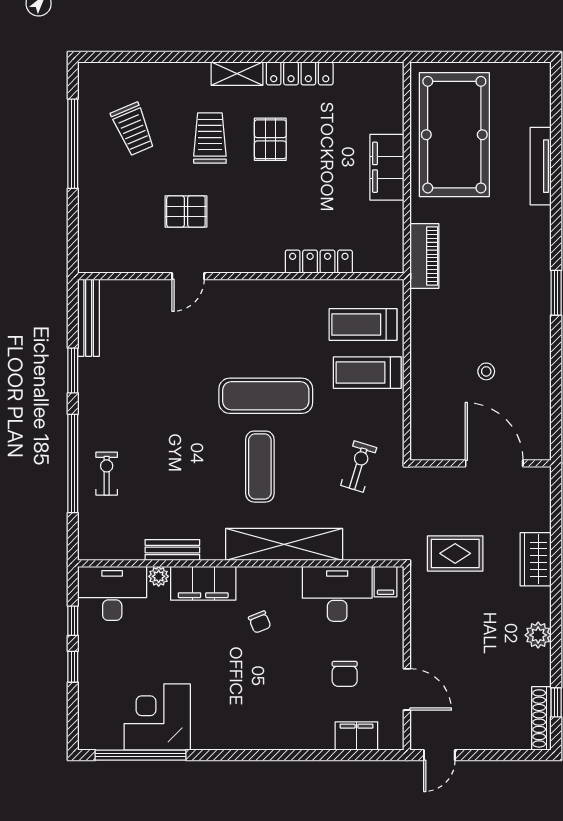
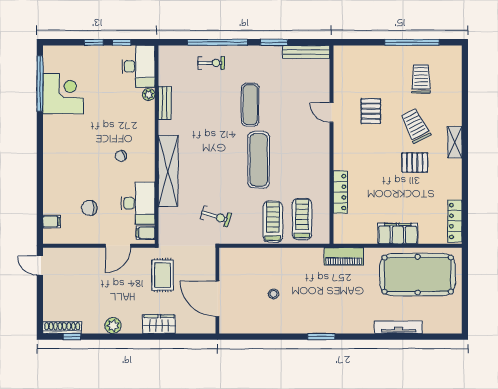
locker: (300, 73) -> (455, 221), moved
trolley: (133, 129) -> (421, 79), turned 113
trolley: (210, 138) -> (416, 126), turned -117
door: (494, 463) -> (217, 299), swing flipped
exercise mat: (260, 467) -> (250, 105), moved, turned 90
filing cabinet: (203, 583) -> (144, 122), removed
door: (407, 689) -> (118, 246), moved
filing cabinet: (356, 736) -> (51, 221), width x0.50

